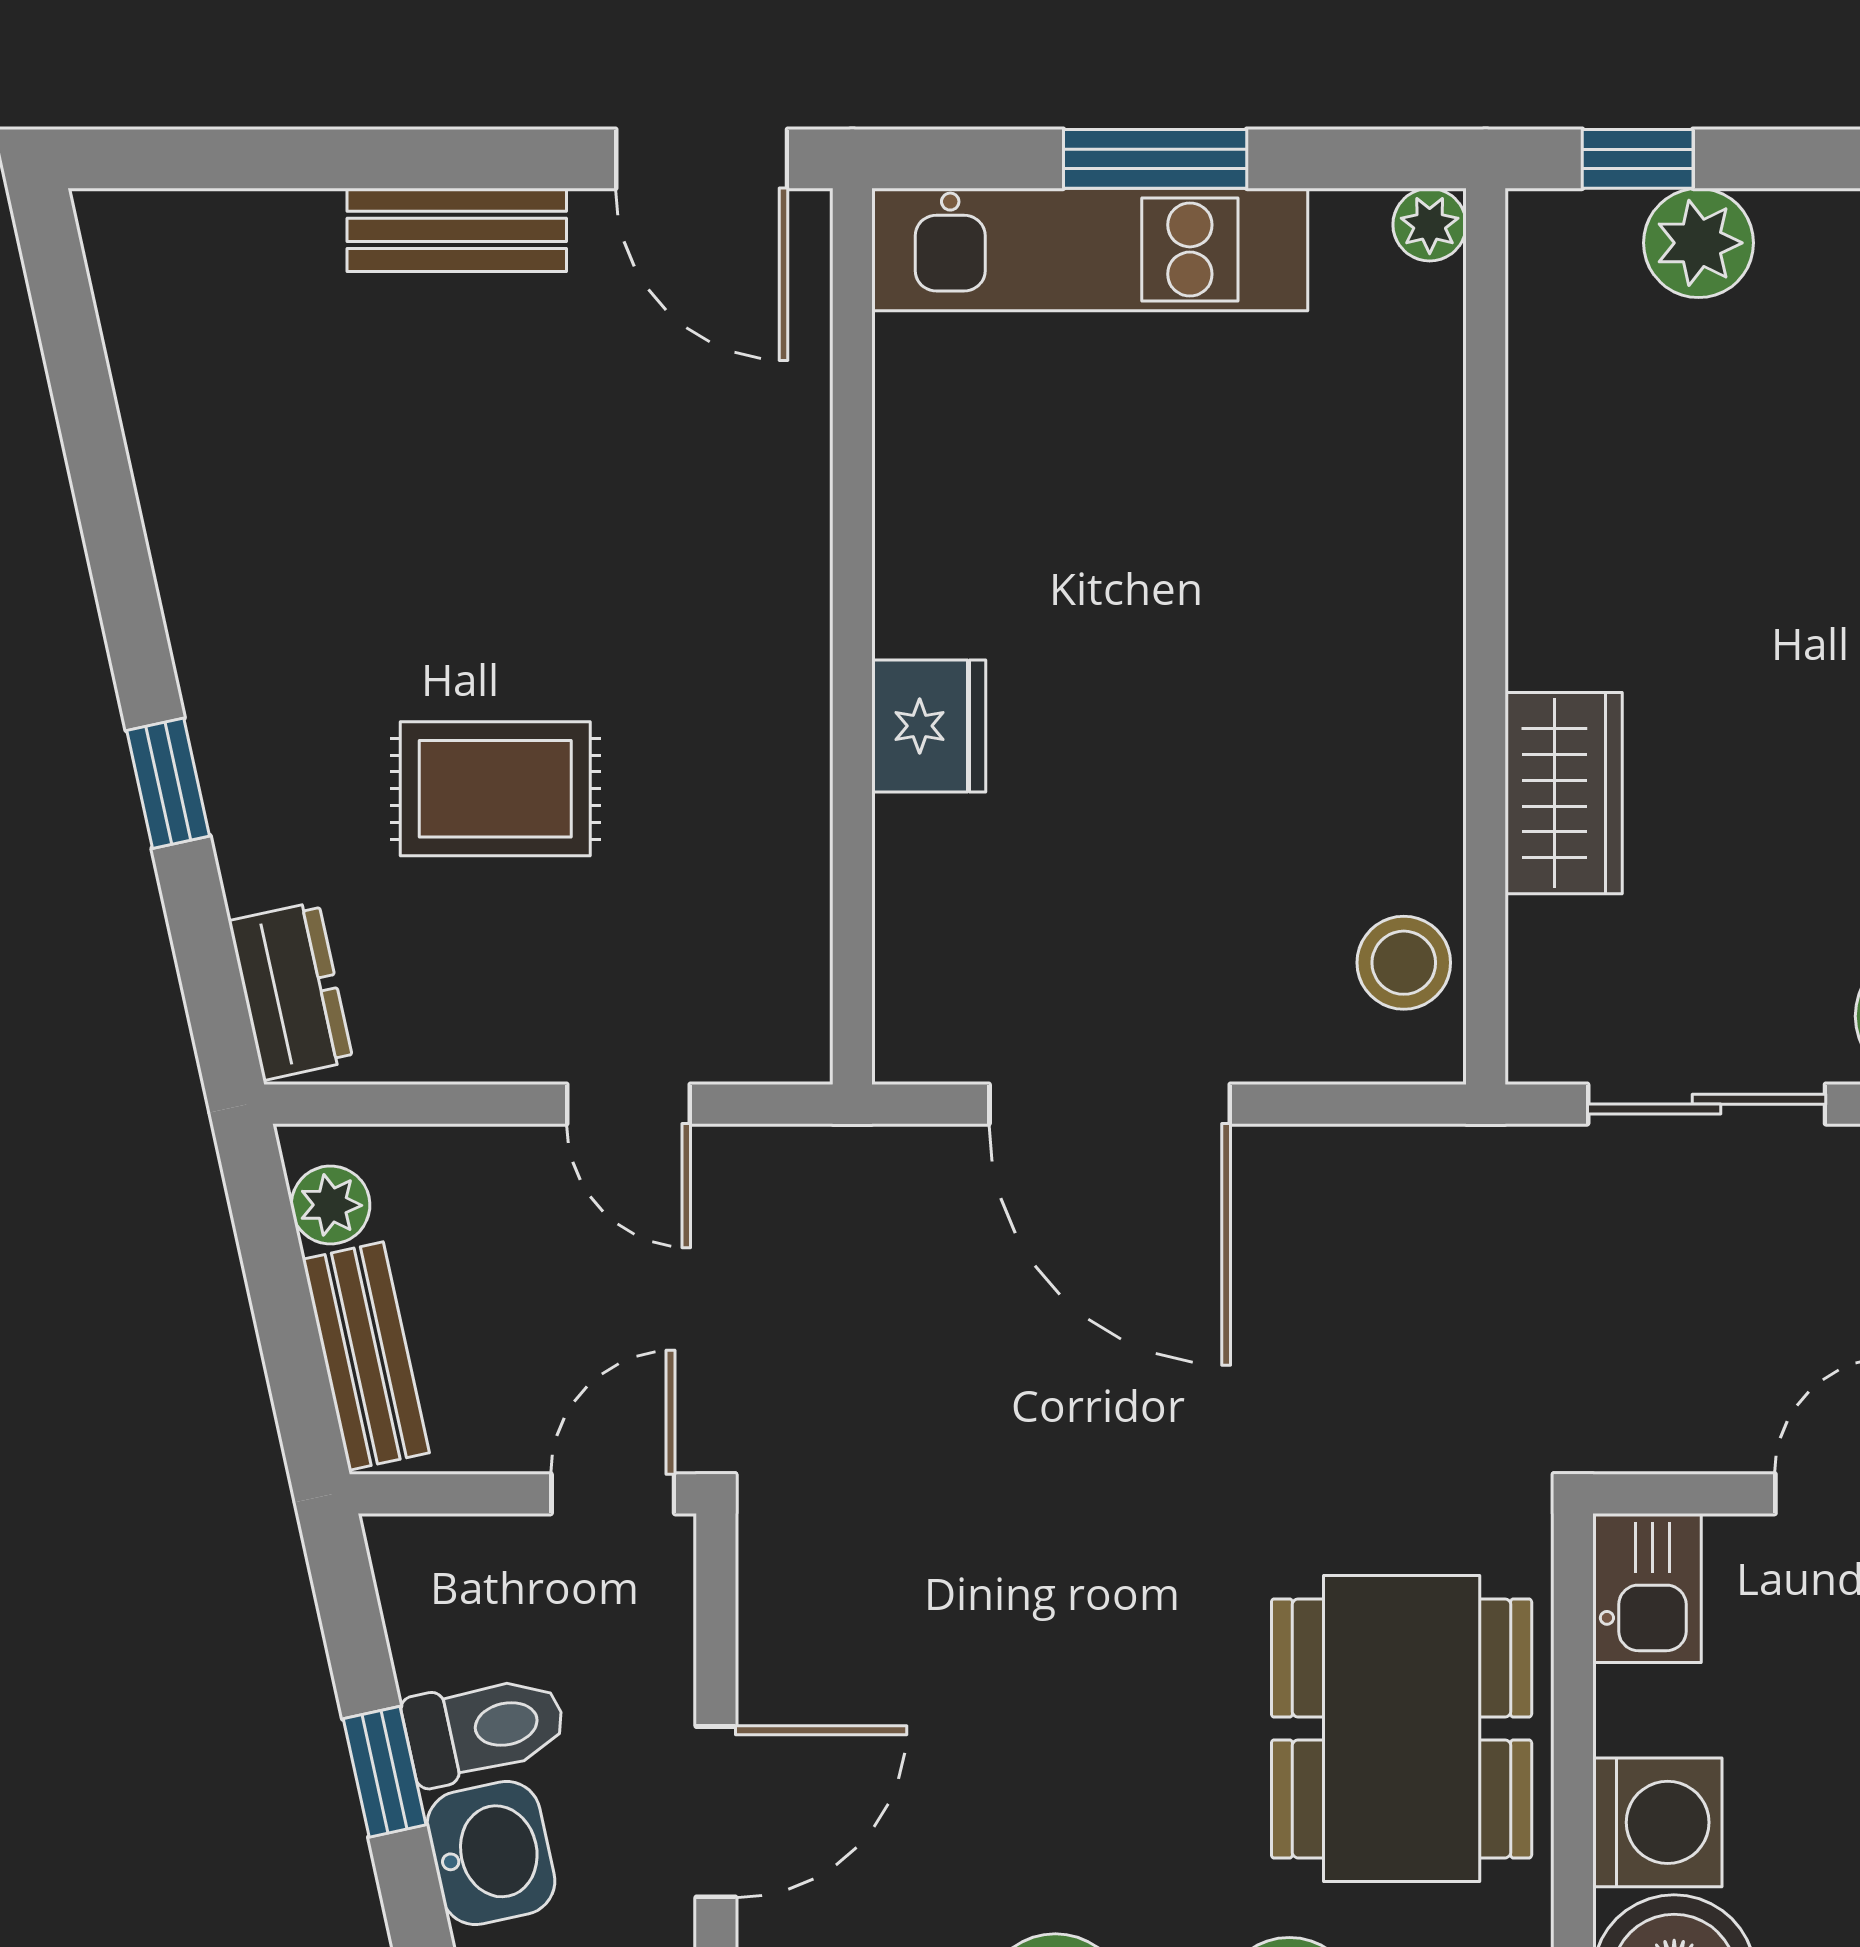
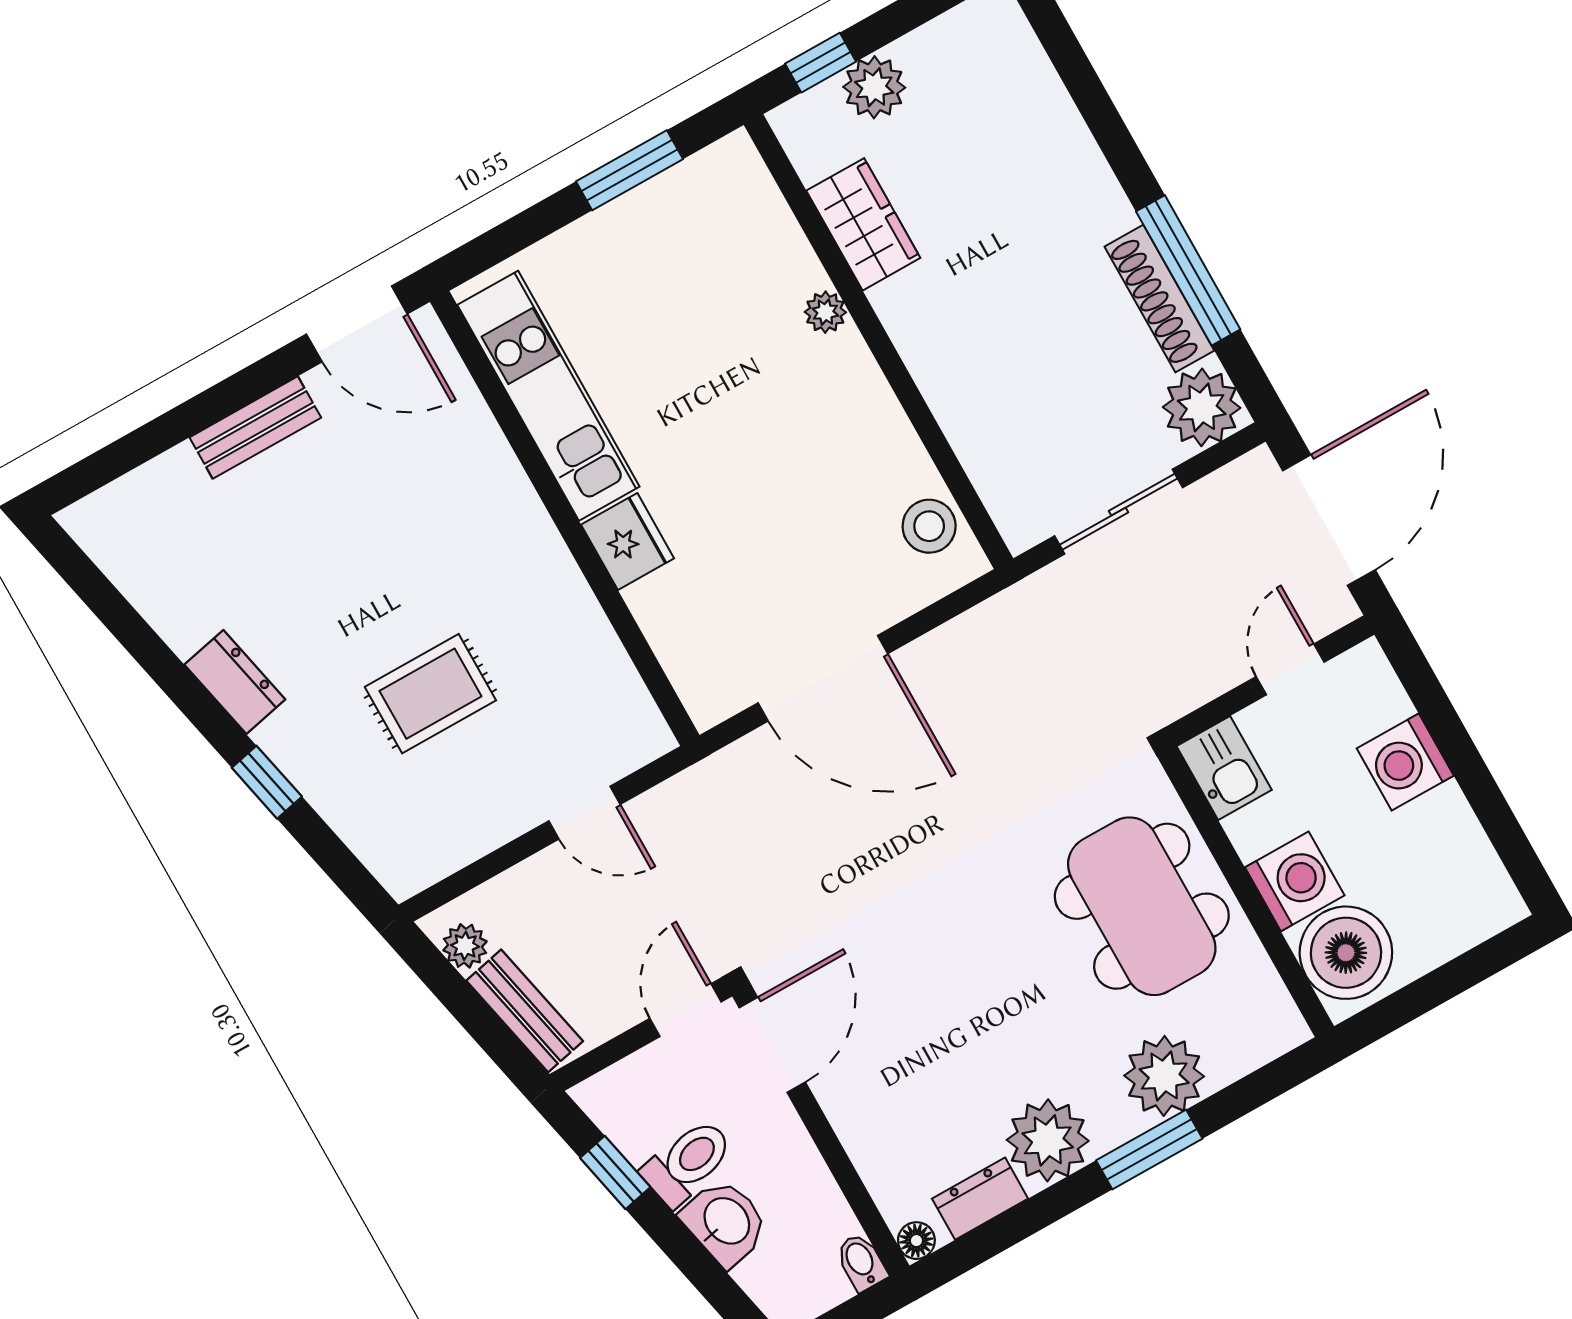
window: (1155, 159) -> (629, 170), moved
plant: (1430, 225) -> (825, 312), moved
kitchen unit: (1090, 249) -> (548, 396), moved, turned -90
wardrobe: (1564, 793) -> (863, 224), moved
dresser: (291, 991) -> (235, 682), moved
window: (385, 1772) -> (615, 1172), moved
door: (716, 1812) -> (772, 1045), moved

